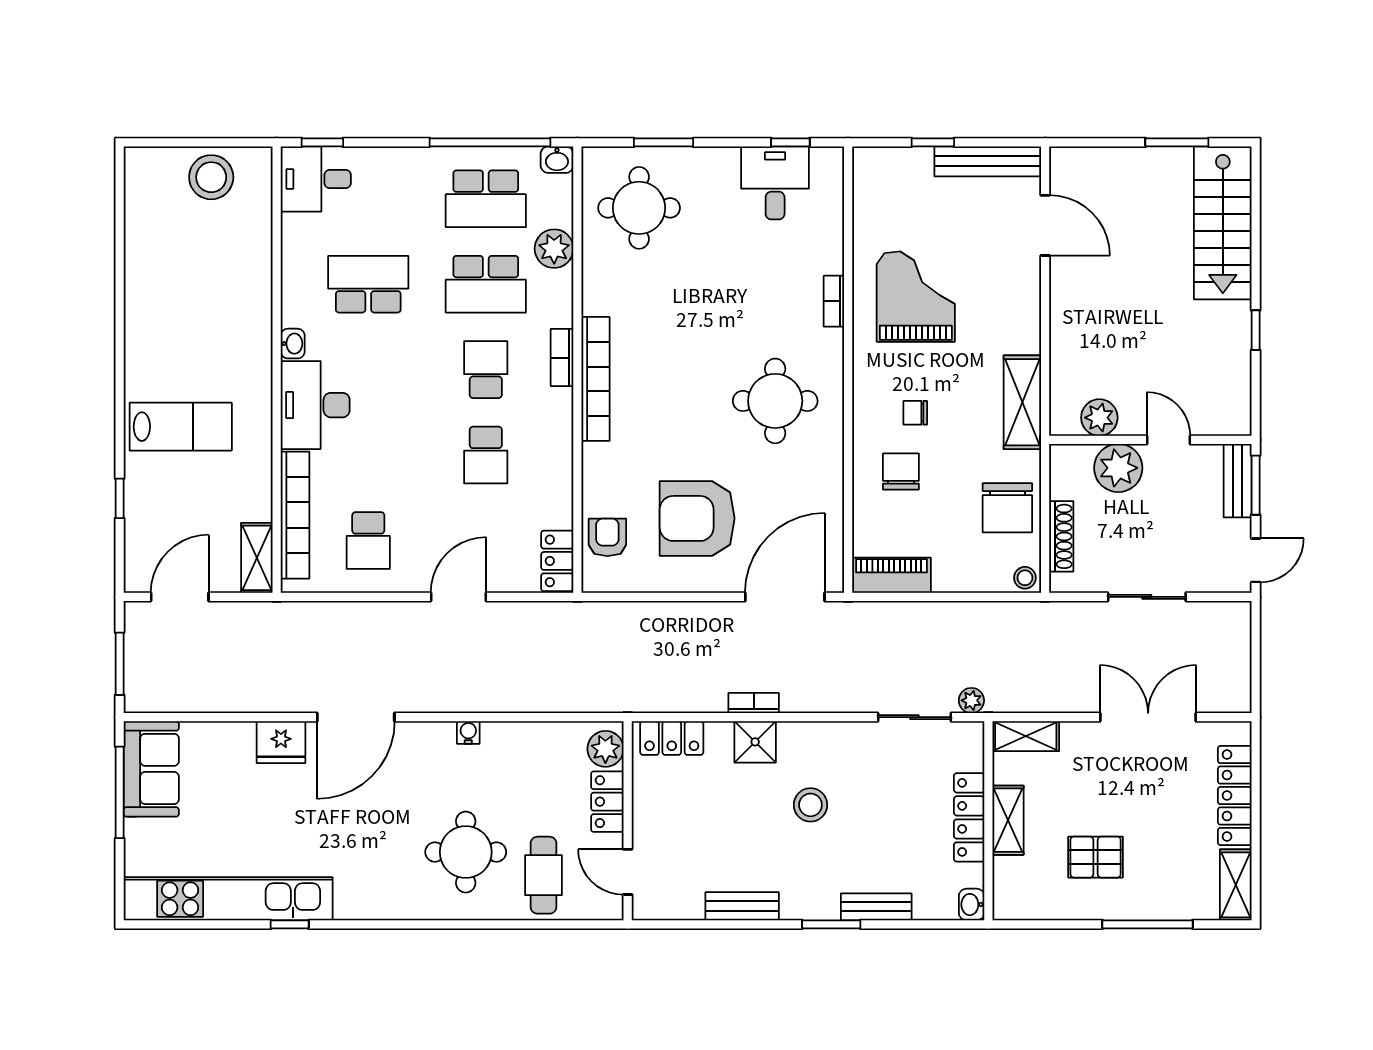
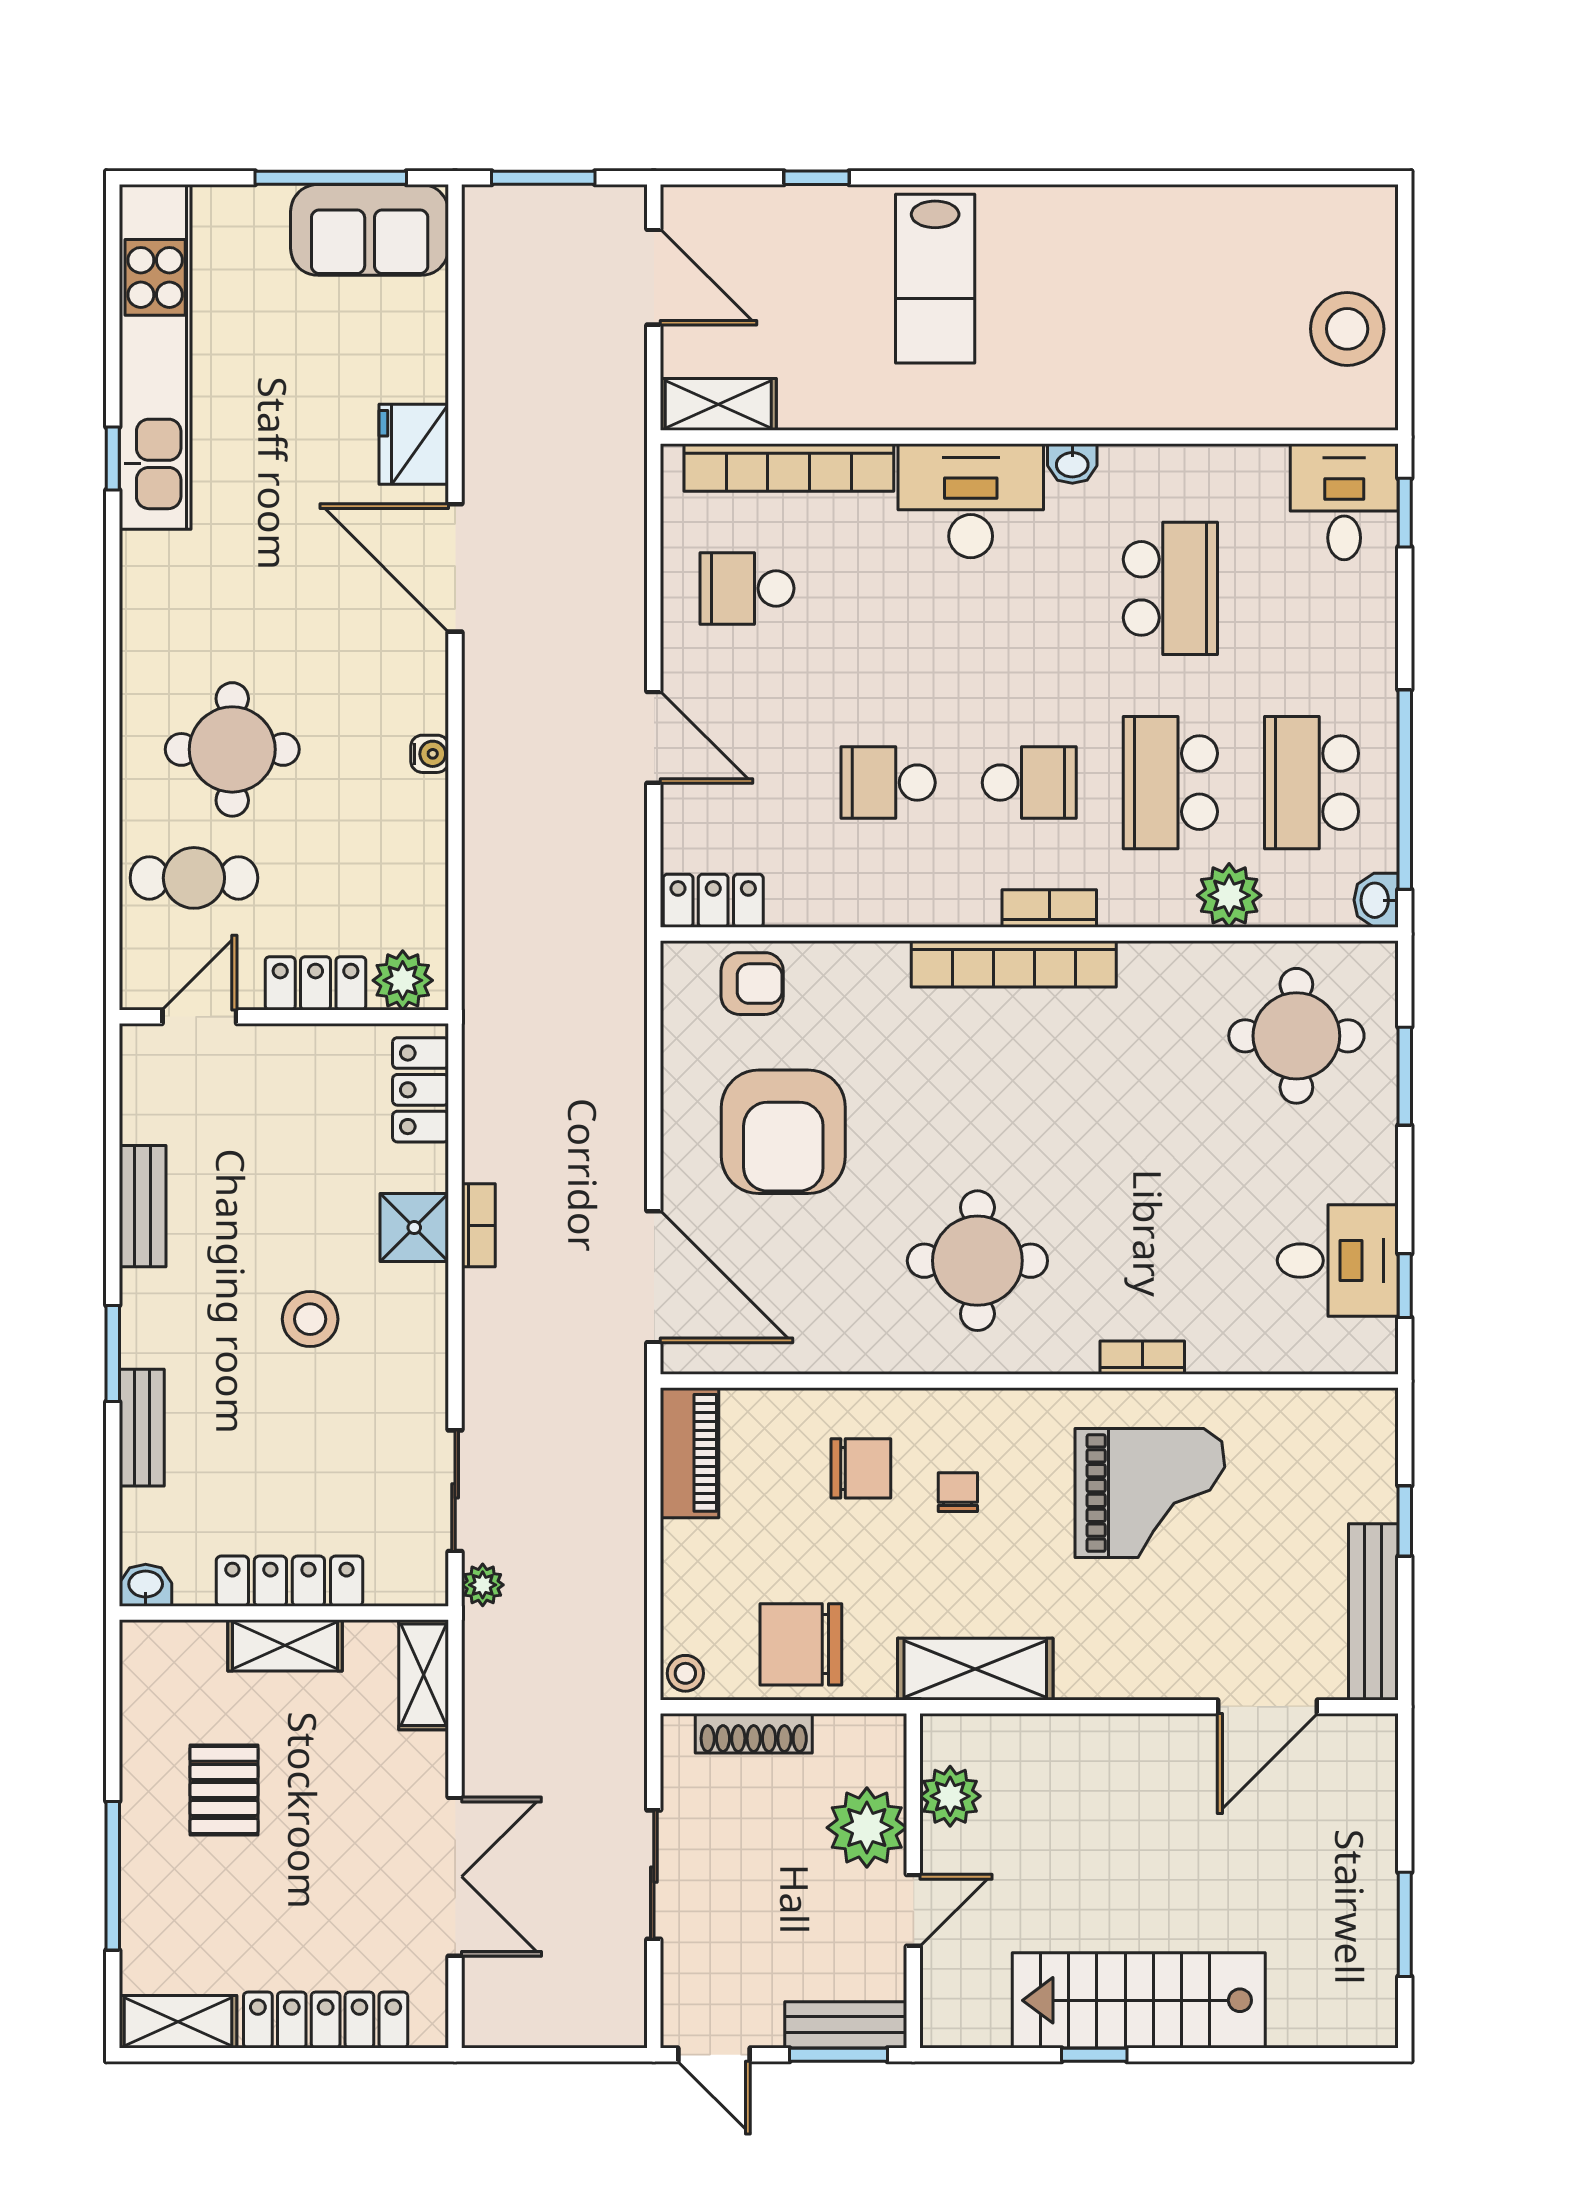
stairs: (1223, 223) -> (1139, 2000), moved
armchair: (697, 518) -> (783, 1132), turned 180

